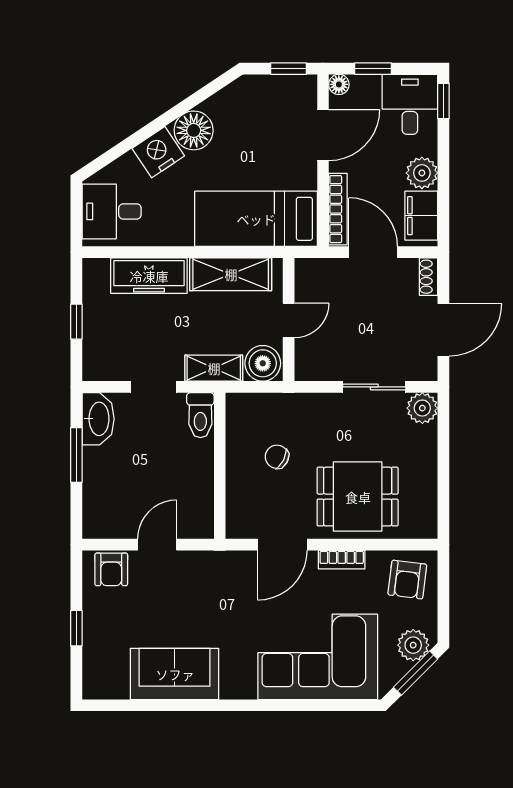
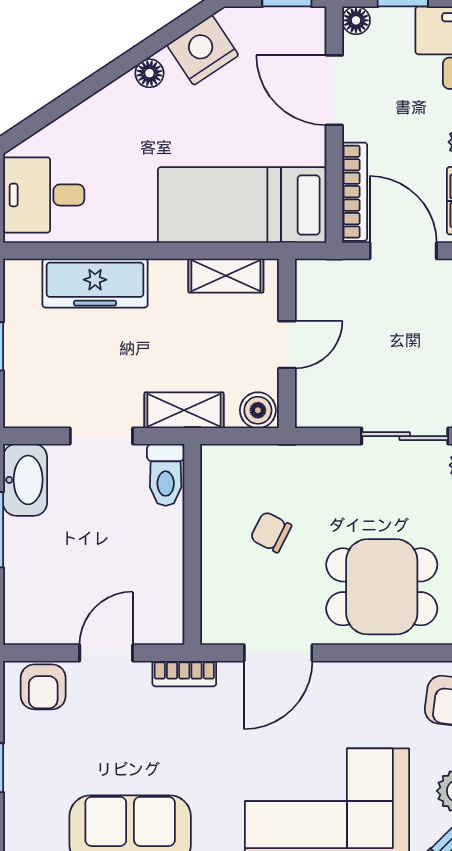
floor lamp: (194, 130) -> (149, 73), width x0.53, depth x0.53
door: (323, 135) -> (334, 90), swing flipped
nightstand: (158, 152) -> (203, 50), moved
shelving: (231, 274) -> (226, 276), width x0.67, depth x0.75
boiler: (263, 363) -> (258, 410), width x0.73, depth x0.73
bookcase: (342, 560) -> (184, 674), moved

